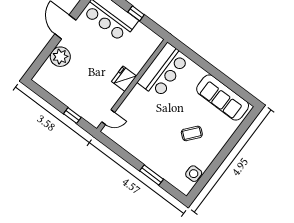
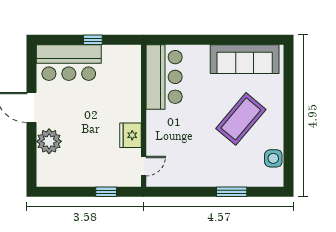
fridge: (124, 79) -> (130, 135), moved
coffee table: (192, 133) -> (241, 119), width x1.86, depth x1.72

